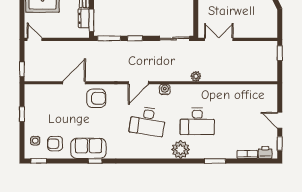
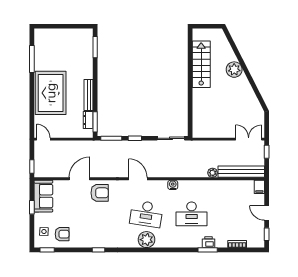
double door: (219, 39) -> (249, 139), moved
bench: (252, 75) -> (241, 172), added
plant: (196, 76) -> (213, 173), moved
door: (138, 83) -> (138, 179), swing flipped
water cooler: (165, 90) -> (173, 185), moved
filing cabinet: (272, 92) -> (259, 187), added
armchair: (55, 144) -> (62, 234), turned 180
sofa: (88, 148) -> (43, 196), moved, turned 90
plant: (181, 150) -> (147, 240), moved
printer: (265, 152) -> (208, 242), moved

